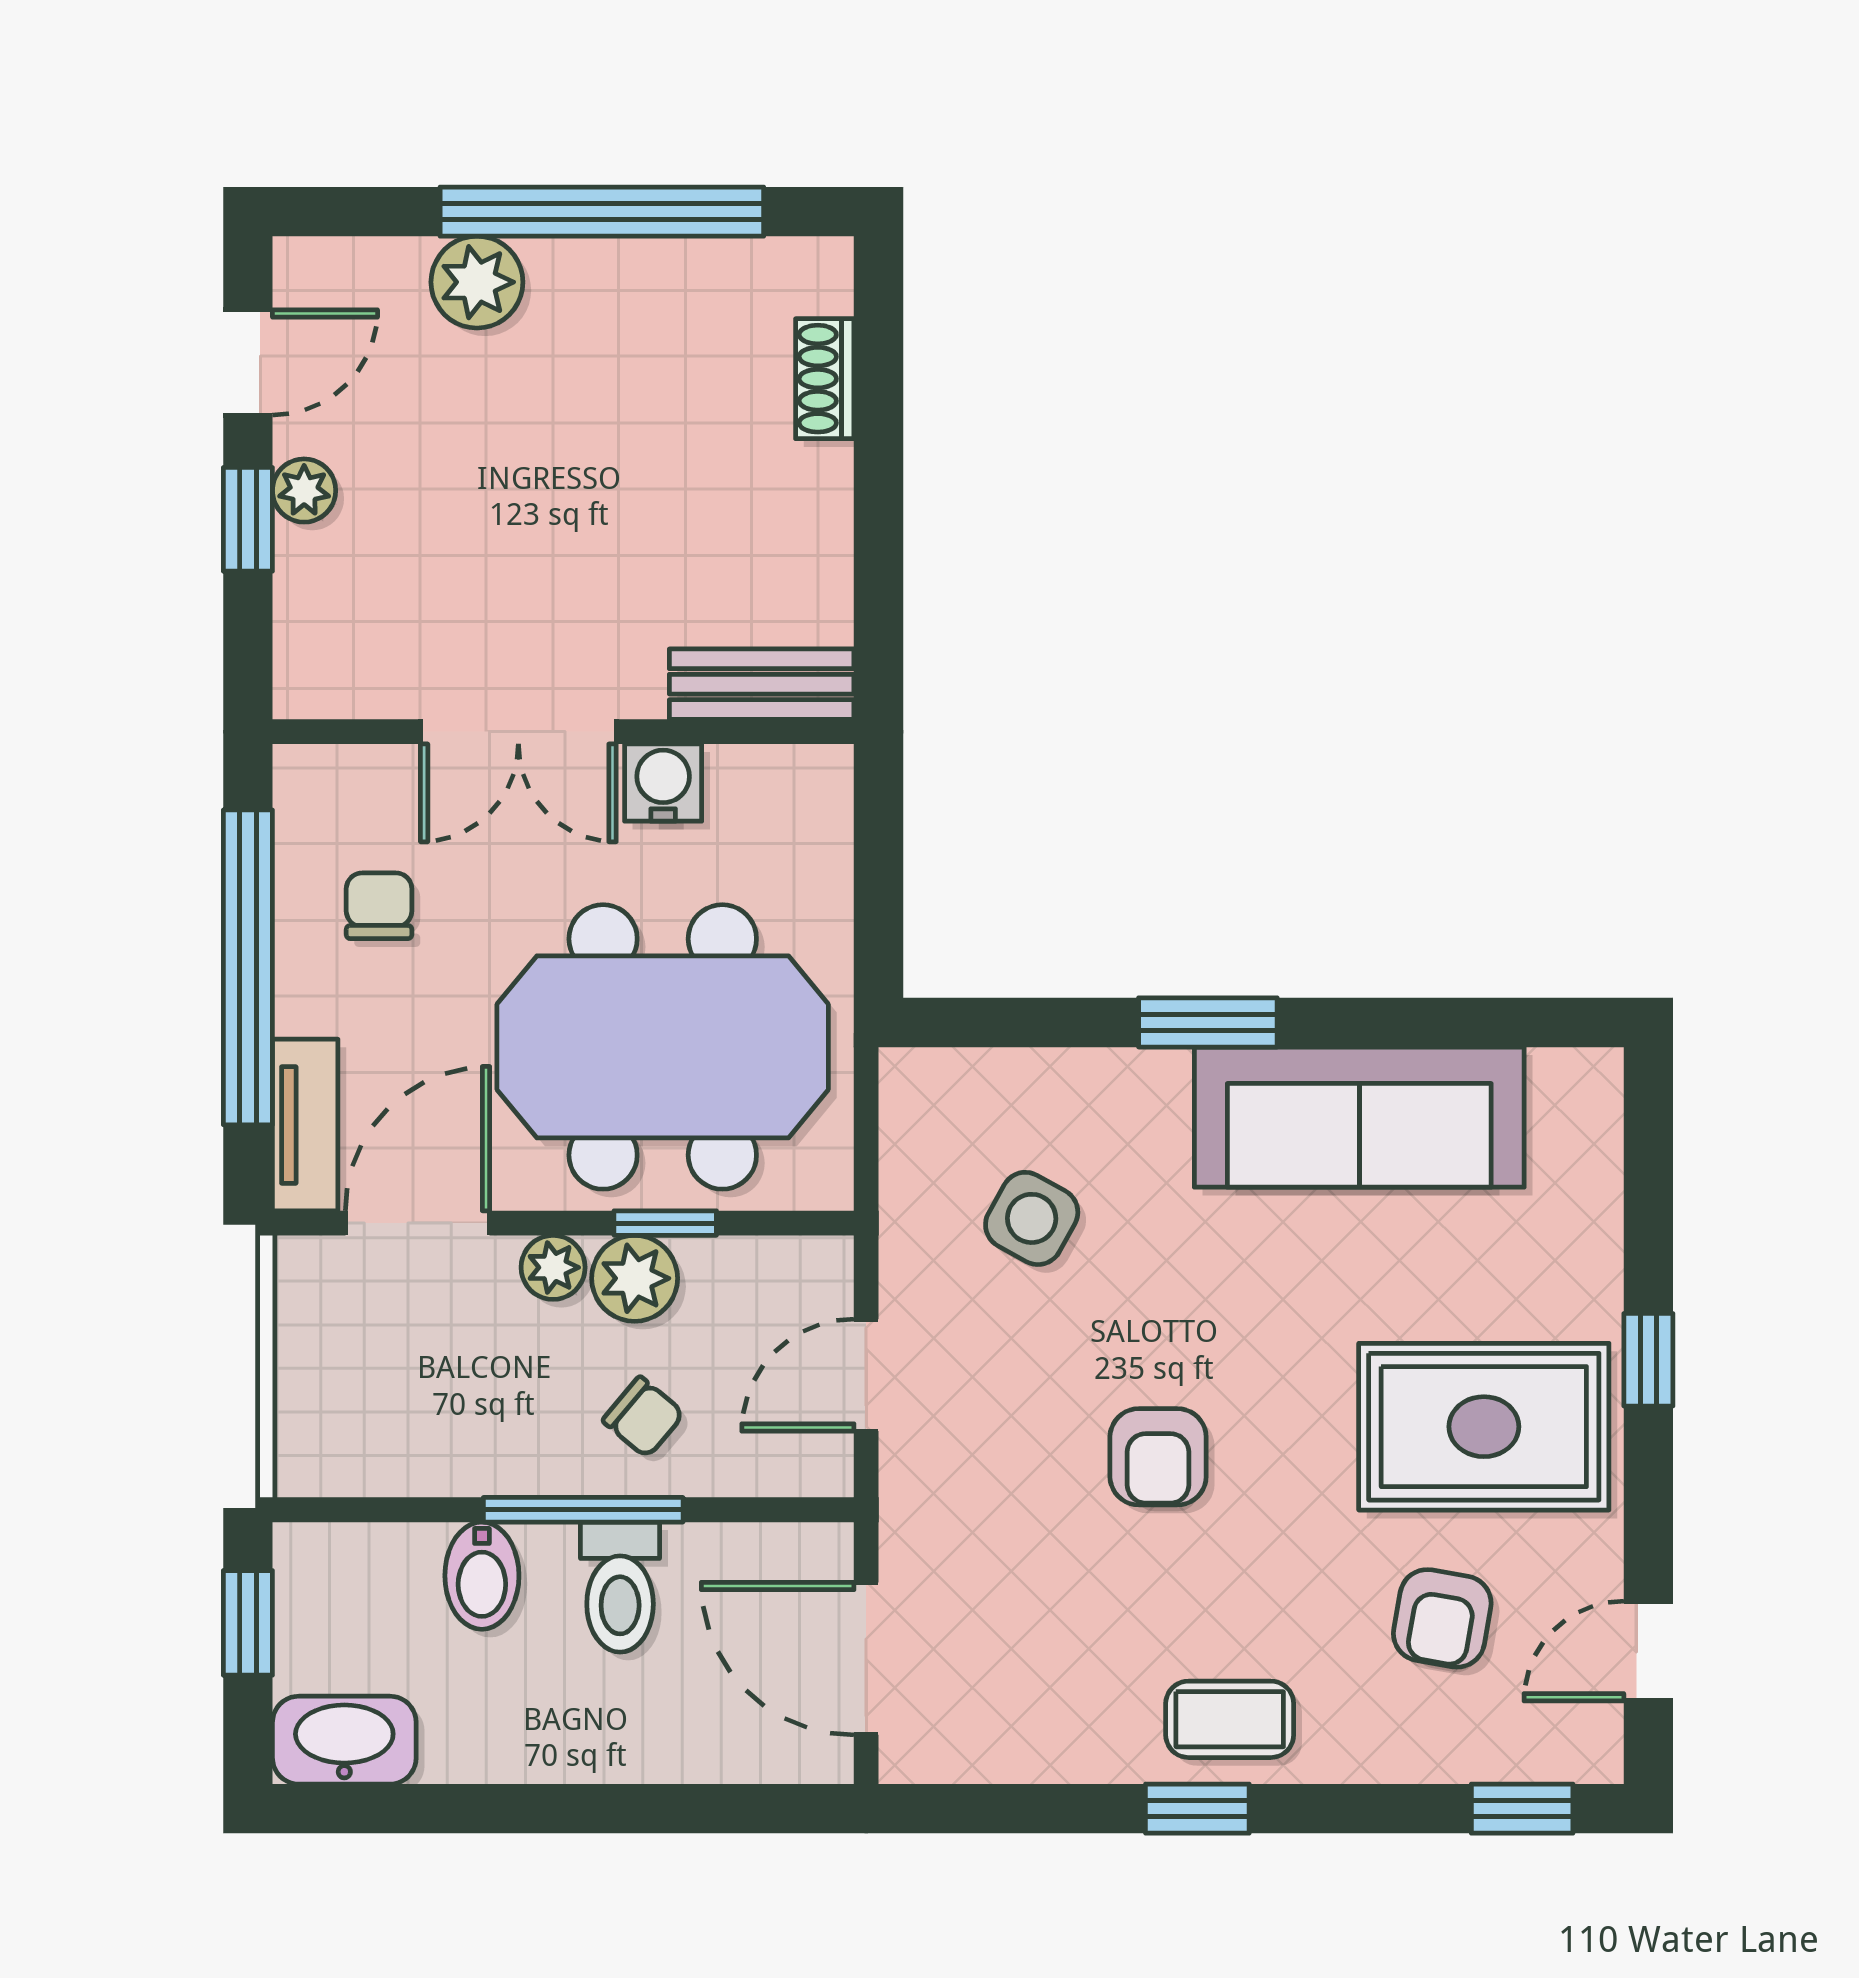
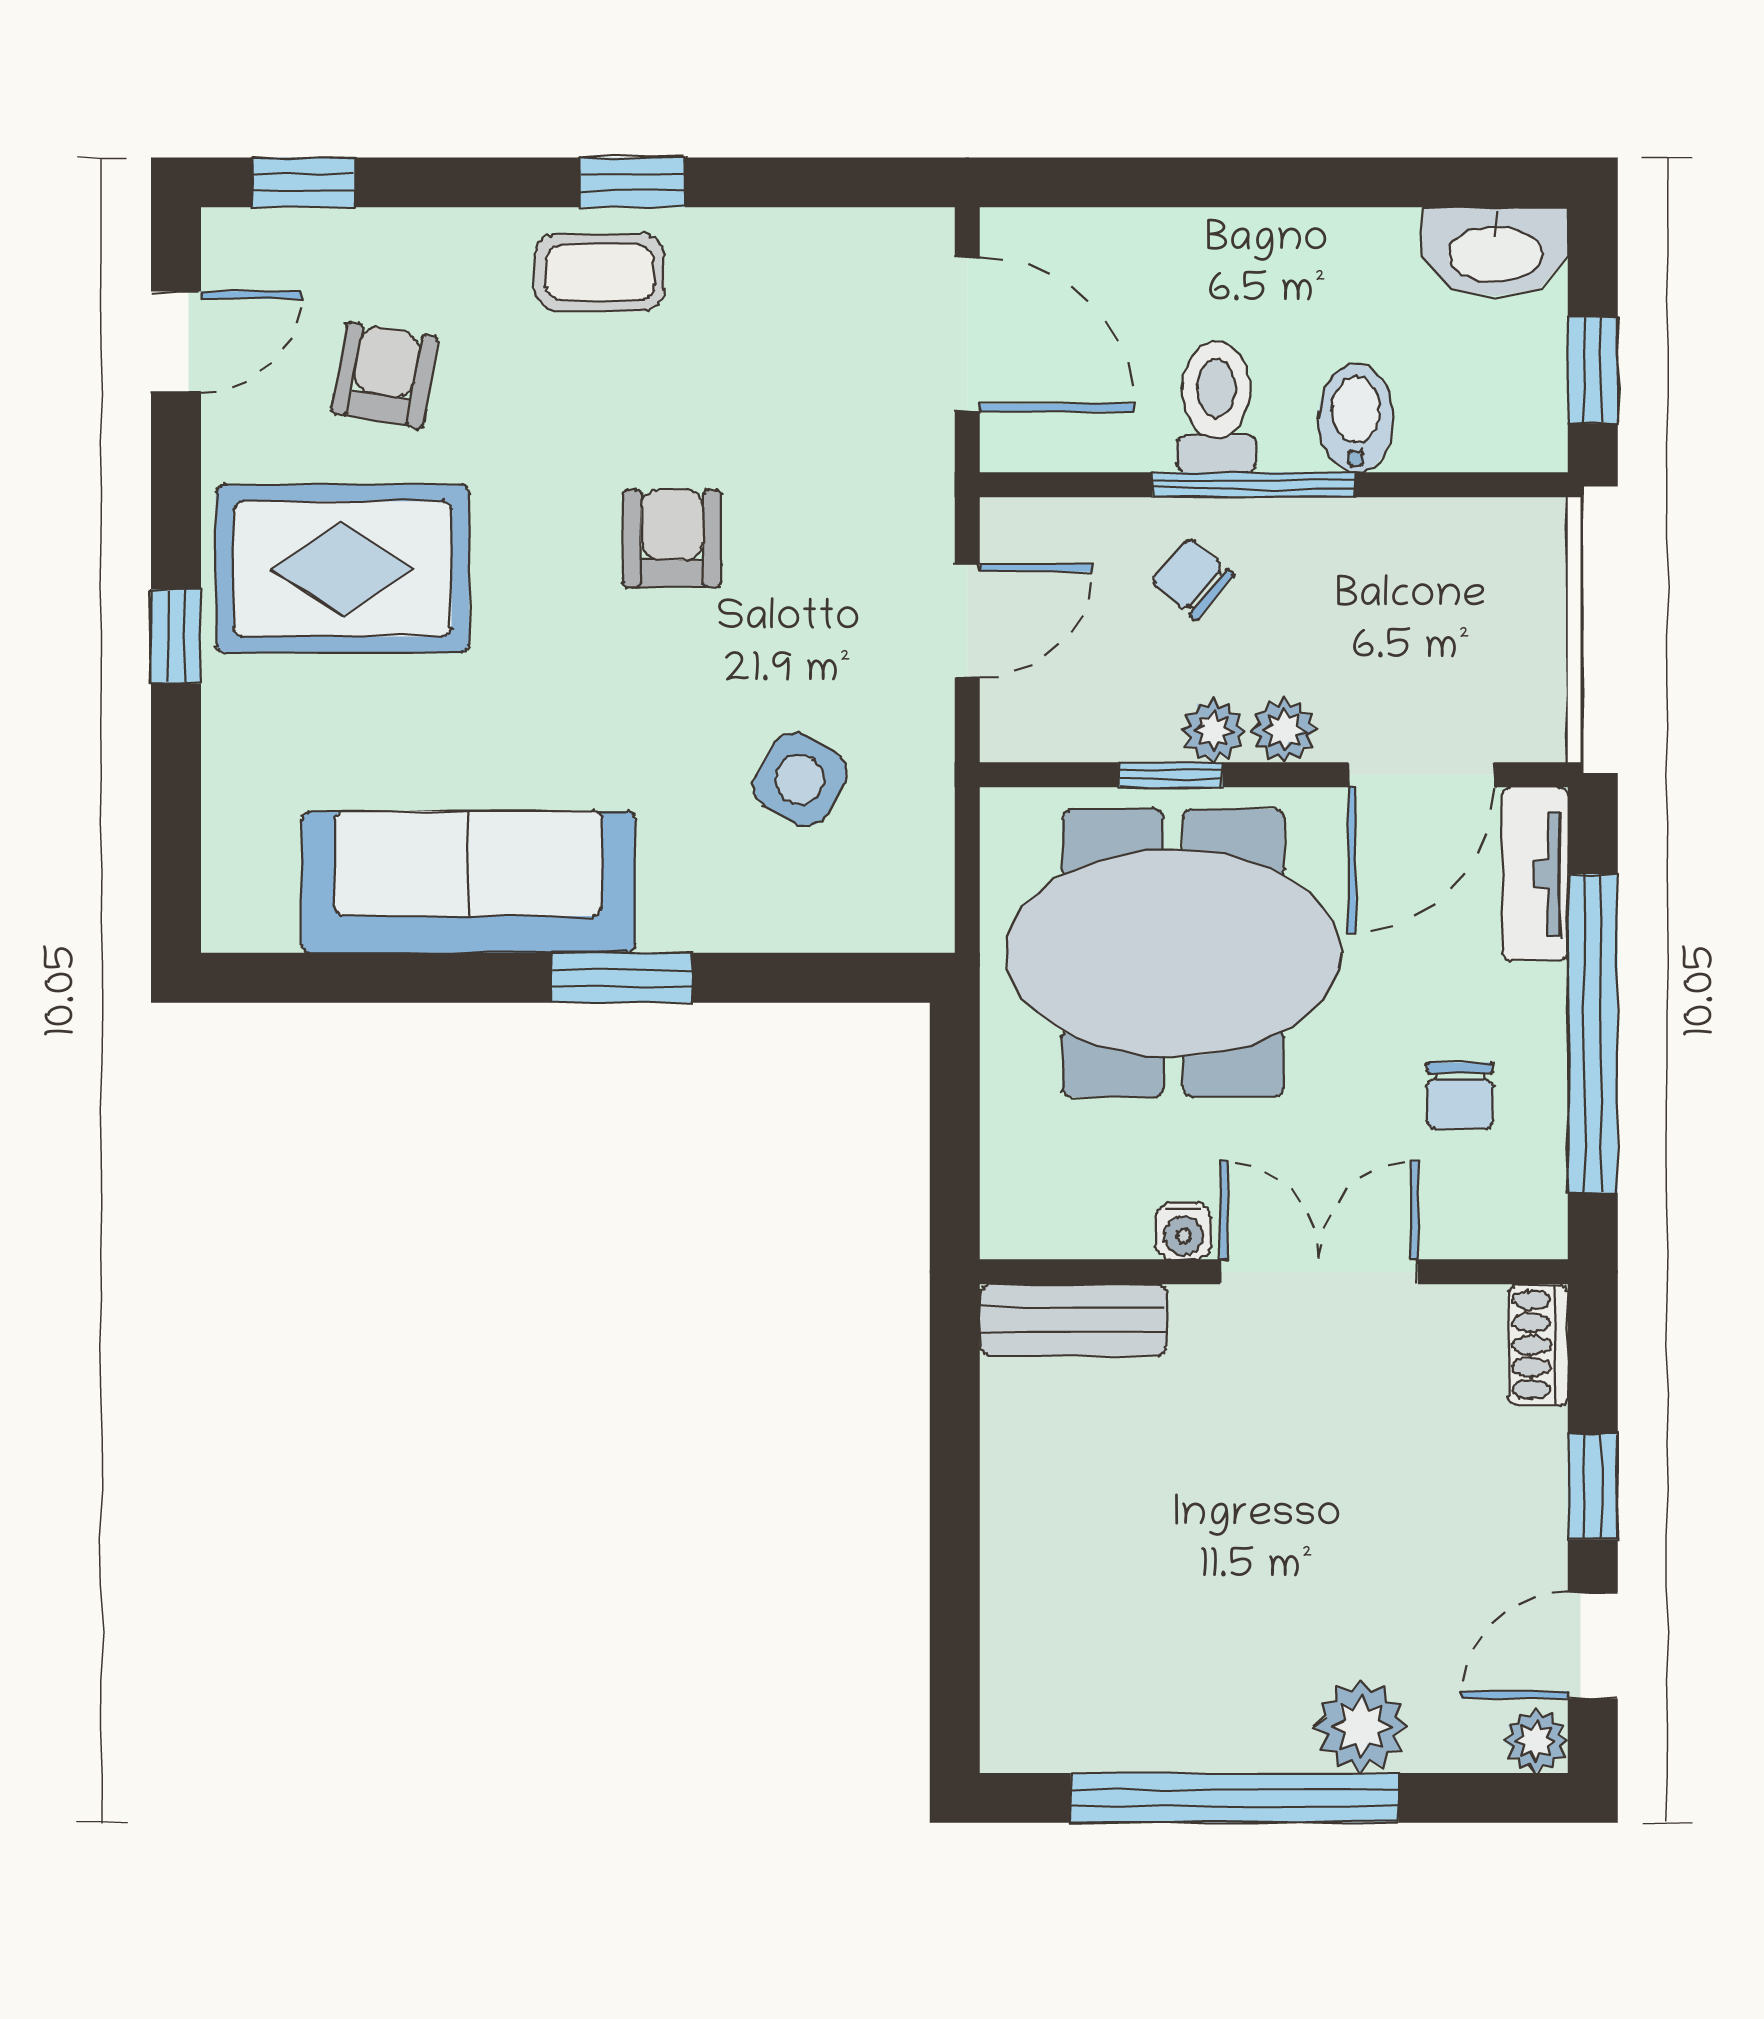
shoe rack: (825, 379) -> (1538, 1345), moved, turned 180
plant: (304, 491) -> (1536, 1741), moved
water cooler: (663, 783) -> (1184, 1231), width x0.72, depth x0.72
plant: (635, 1278) -> (1213, 731), width x0.73, depth x0.73

